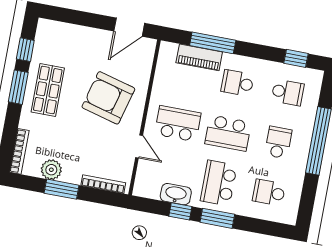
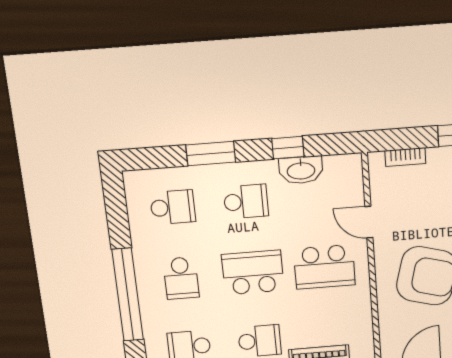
school desk: (219, 183) -> (246, 202), width x0.54
bookcase: (103, 184) -> (405, 157), width x0.64
window: (217, 218) -> (211, 153), moved

